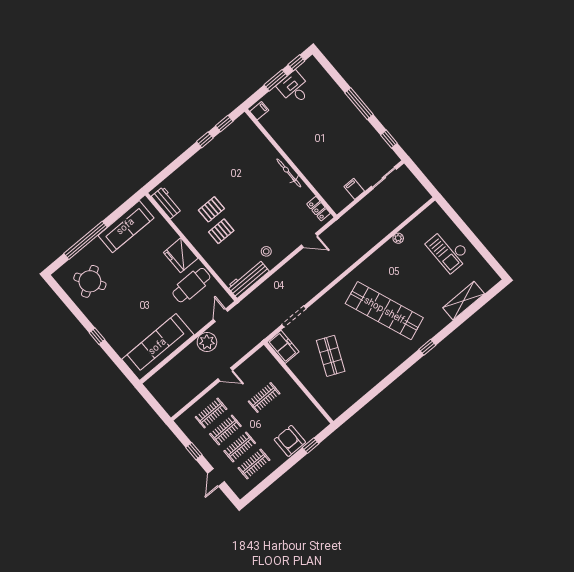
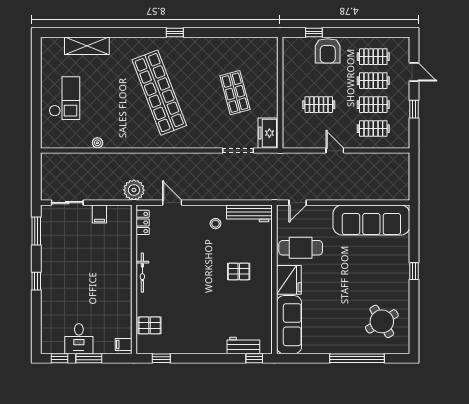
window: (359, 104) -> (36, 281), width x0.46
window: (389, 139) -> (36, 231), width x1.50
window: (205, 140) -> (254, 358), moved
workbench: (167, 203) -> (243, 346), moved, turned 90
pallet: (211, 209) -> (150, 325), moved
sofa: (126, 227) -> (289, 325), moved, turned 90
plant: (207, 342) -> (134, 190), moved
window: (427, 347) -> (175, 33), moved
shop shelf: (331, 356) -> (235, 93), turned -39
door: (216, 477) -> (414, 72), hinge flipped

